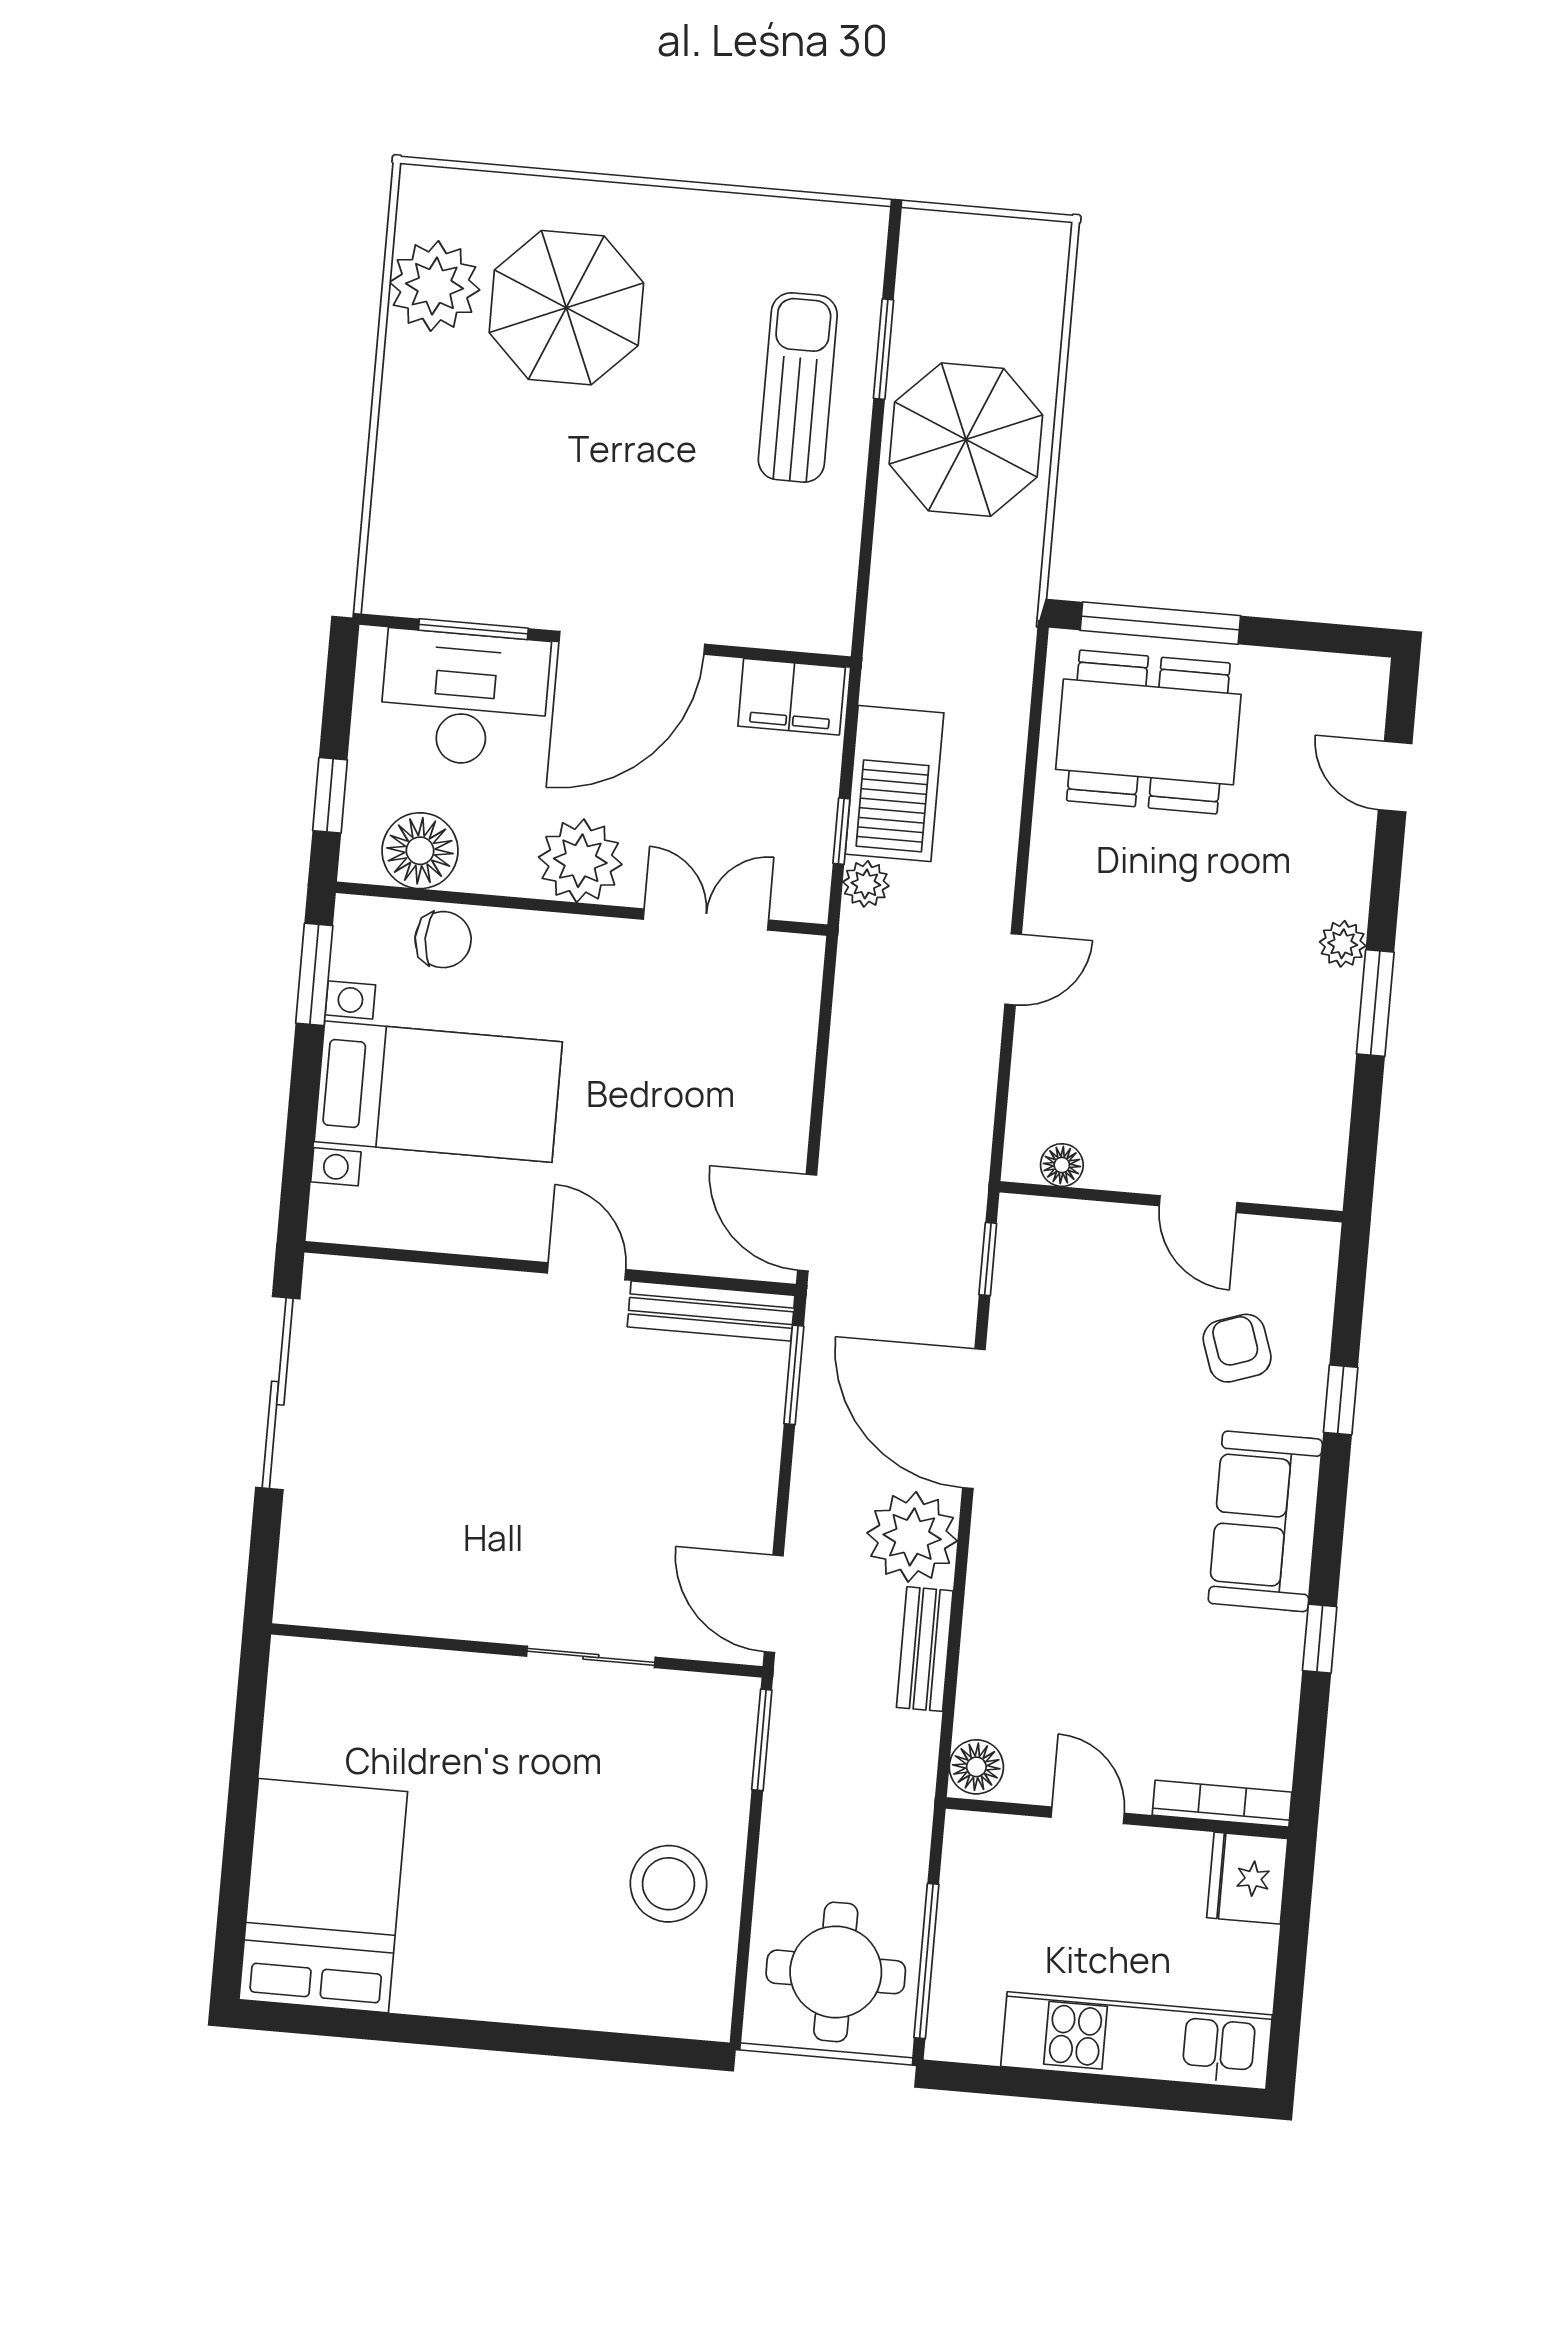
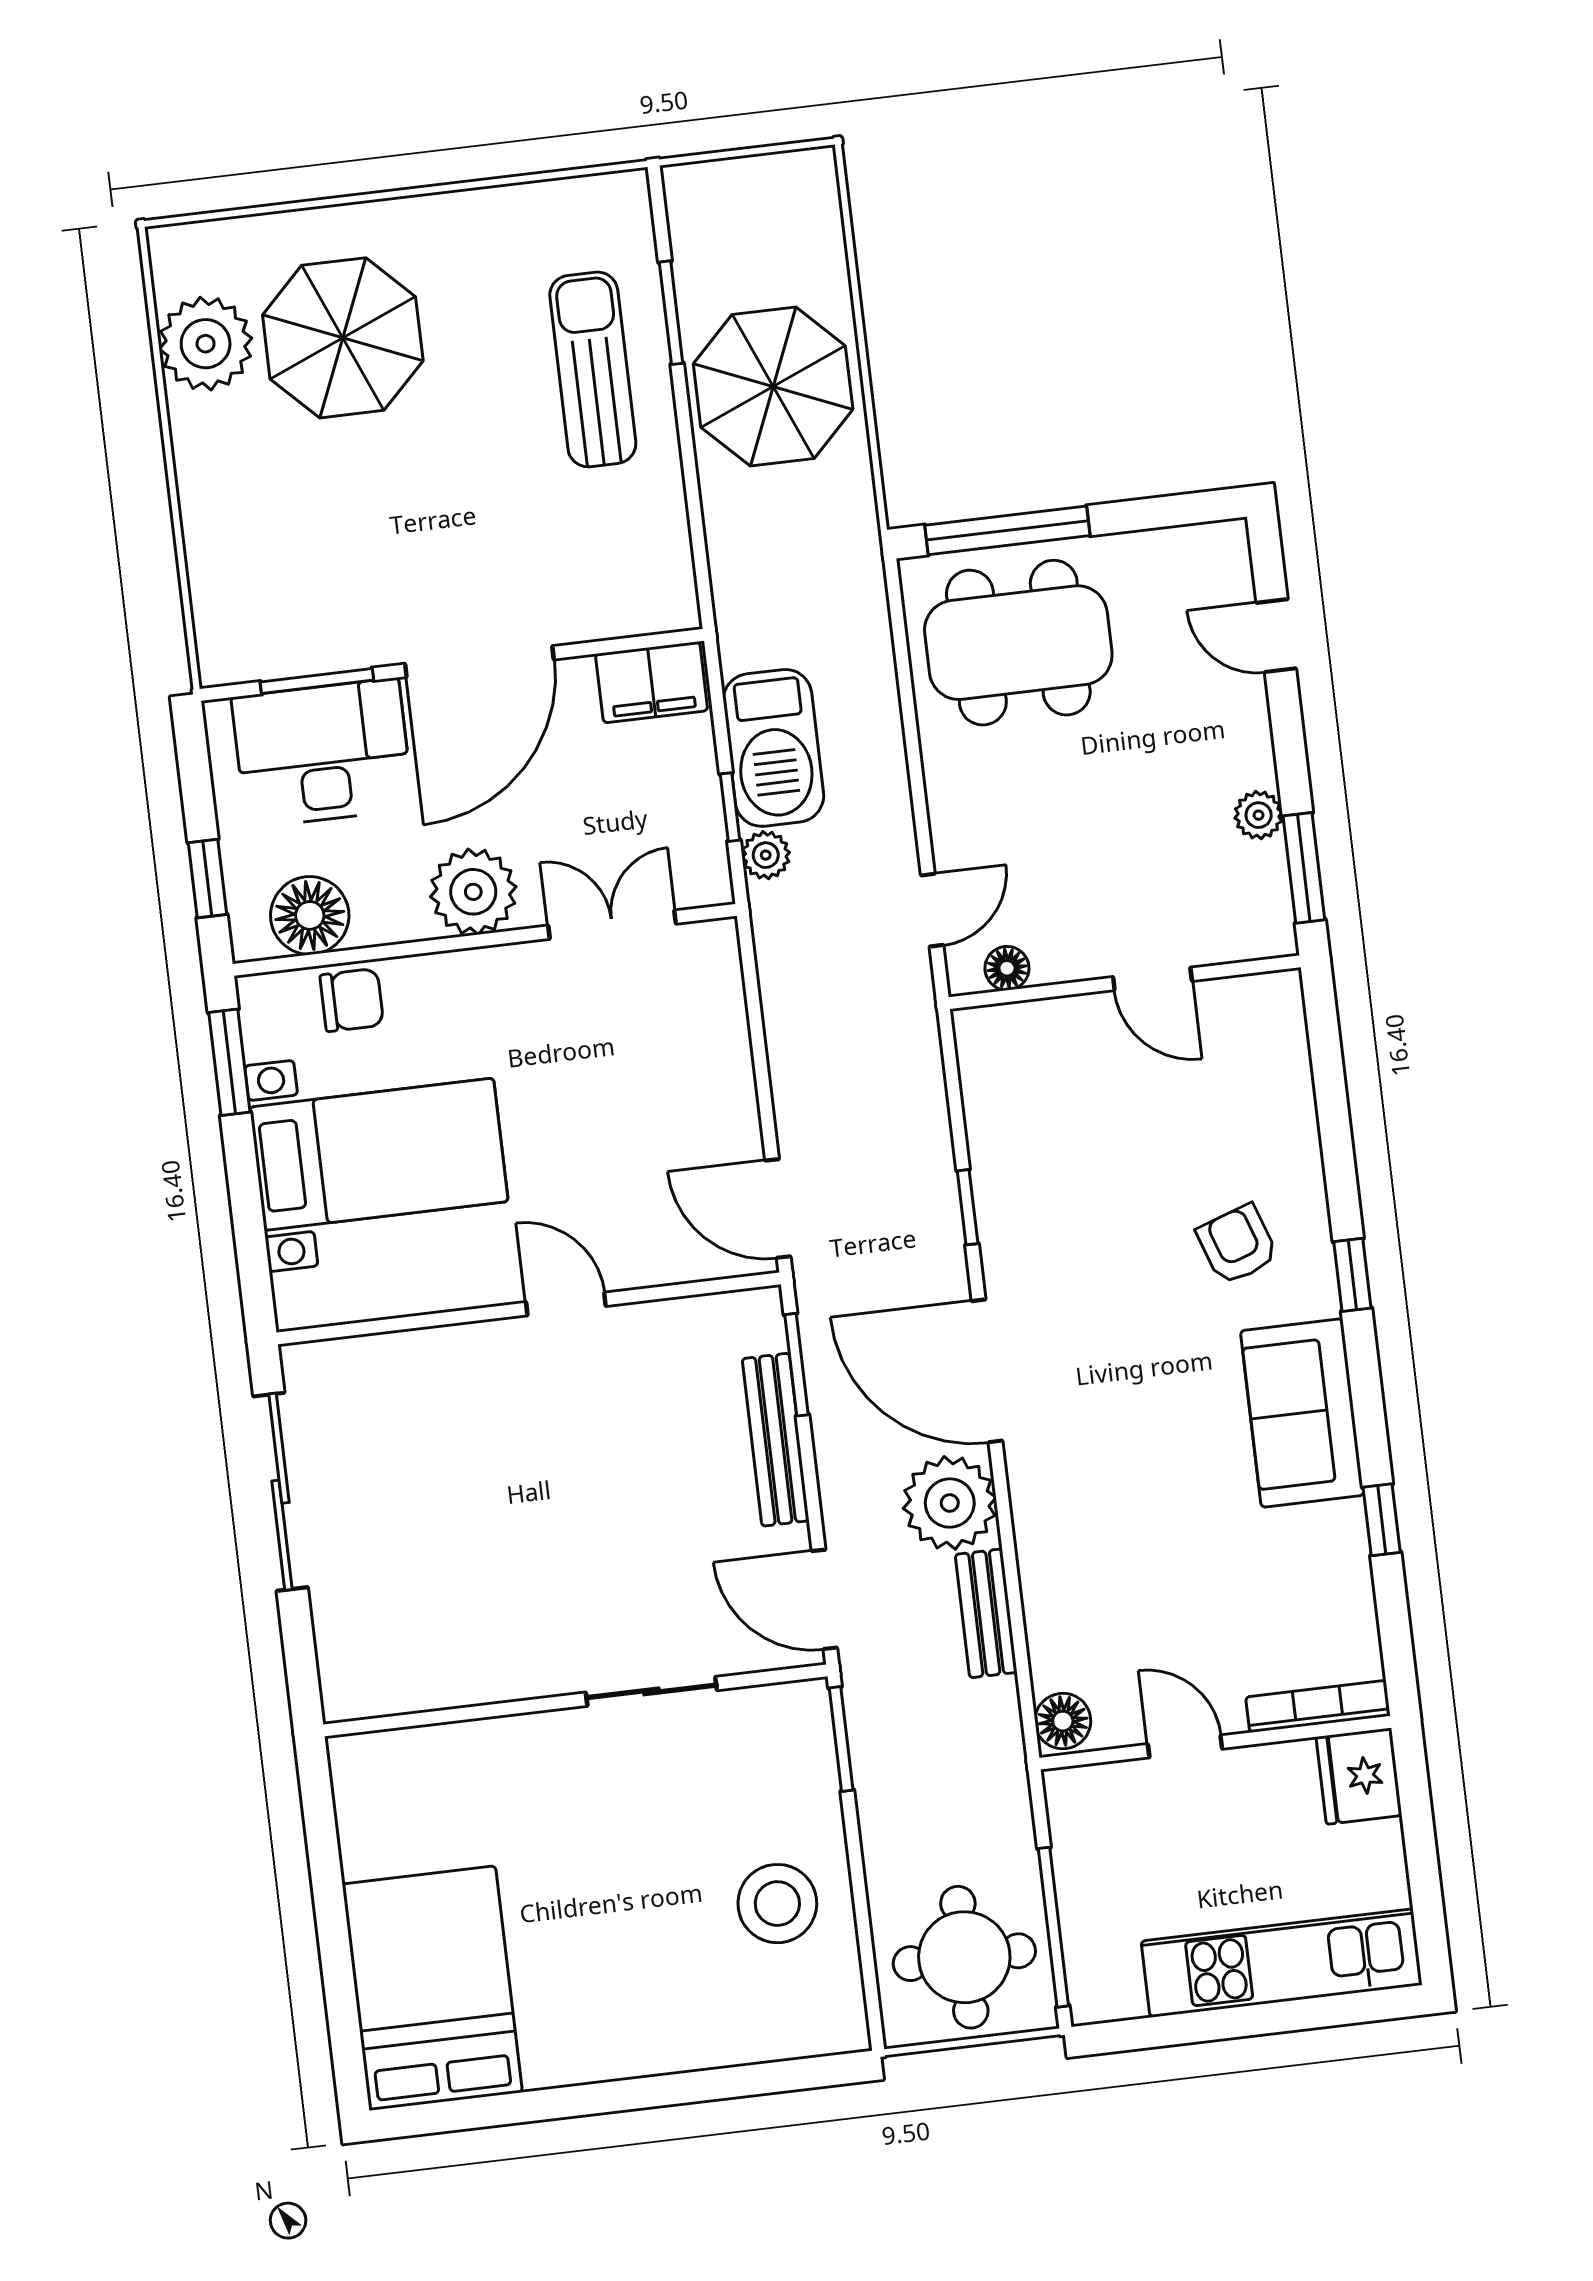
floor lamp: (1062, 1165) -> (1007, 968), moved
wall: (1171, 1202) -> (1125, 982), moved
door: (1198, 1204) -> (1152, 979), moved
bench: (711, 1311) -> (776, 1440), moved, turned 90

